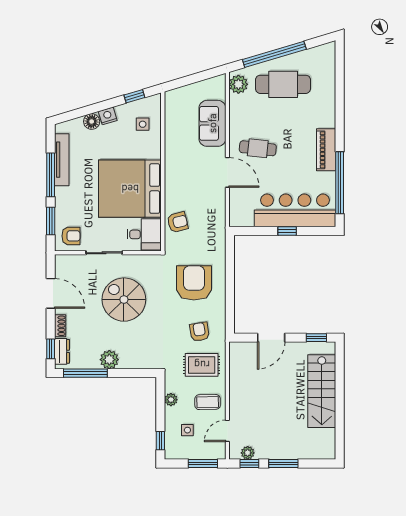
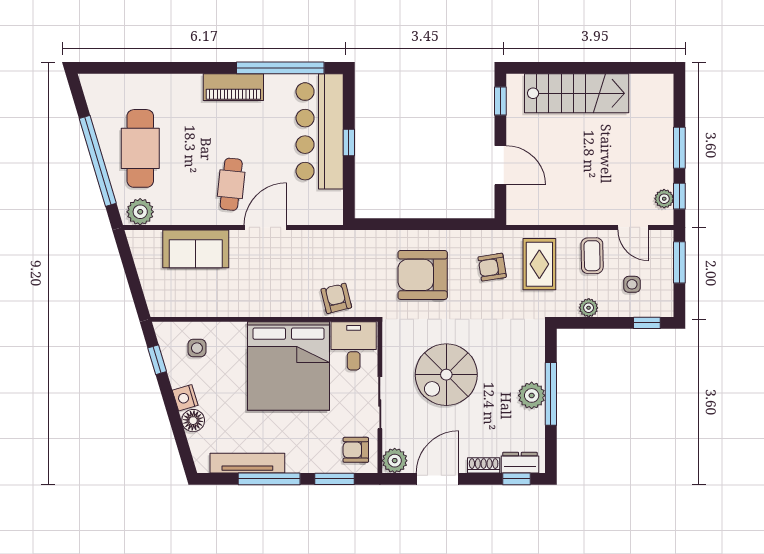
armchair: (71, 236) -> (356, 450), turned -90
plant: (63, 263) -> (395, 461), added
window: (85, 373) -> (551, 394), moved

